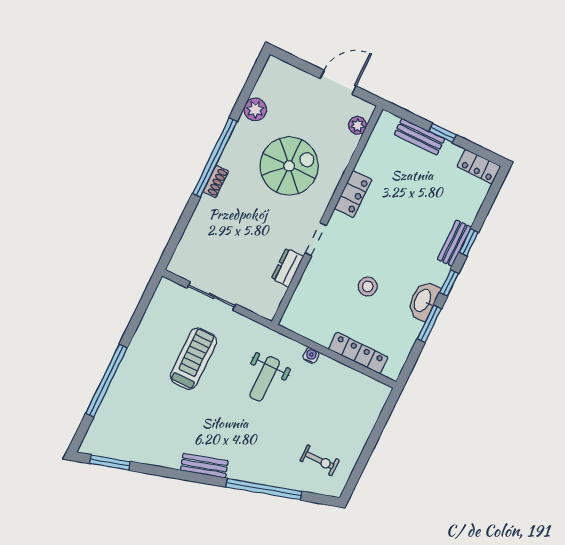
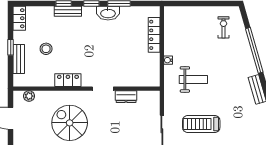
stool: (368, 286) -> (46, 49), moved

